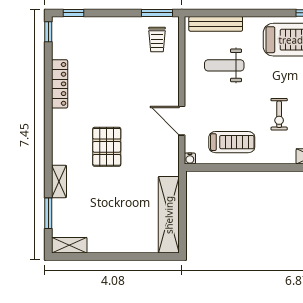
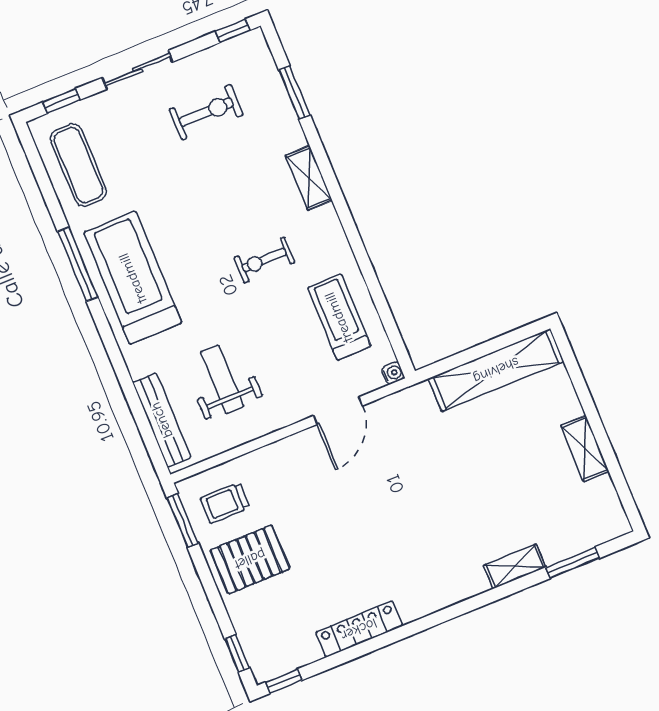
trolley: (157, 39) -> (225, 503), turned 180
weight bench: (224, 65) -> (222, 379), turned 180
exercise bike: (279, 114) -> (264, 260), turned 180
pallet: (107, 147) -> (250, 559), moved
shelving: (69, 245) -> (585, 448), moved

